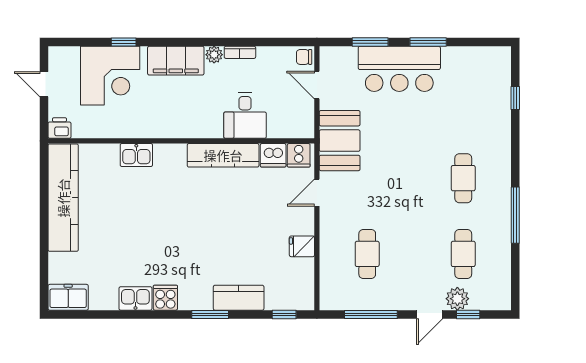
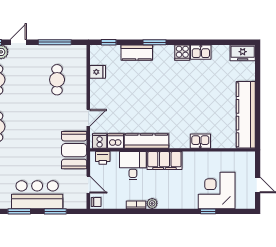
filing cabinet: (176, 61) -> (164, 160), moved, turned 180
printer: (59, 128) -> (103, 158), moved
fridge: (302, 246) -> (98, 72), moved

